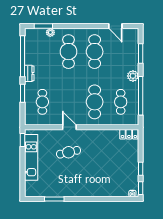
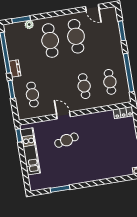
plant: (133, 76) -> (118, 54), removed
cafe table: (95, 102) -> (84, 86), width x0.73, depth x0.74

